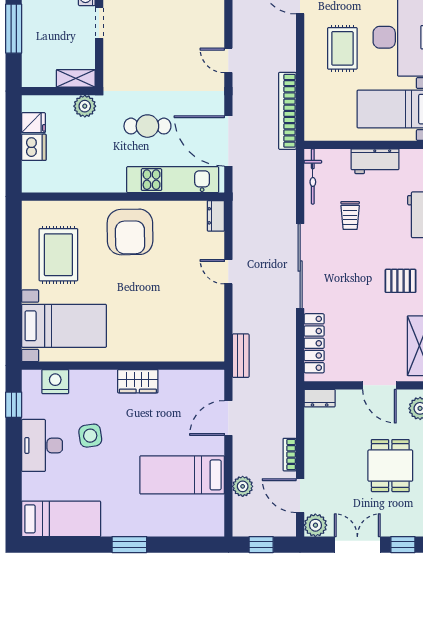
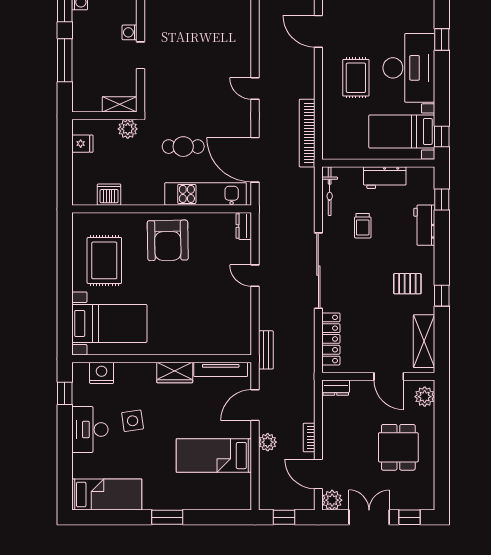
dishwasher: (34, 147) -> (109, 195), moved, turned -90
tv unit: (190, 378) -> (221, 369), added
plant: (243, 486) -> (268, 442), moved

